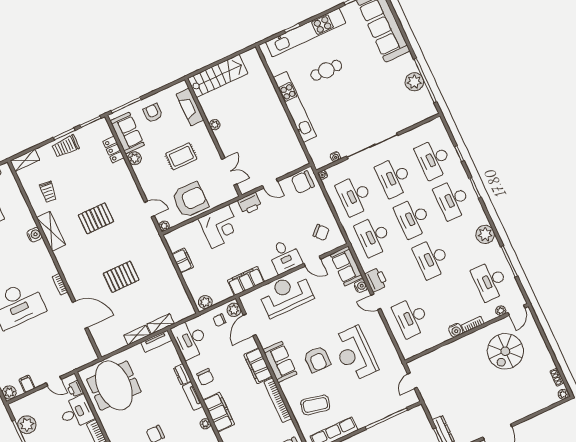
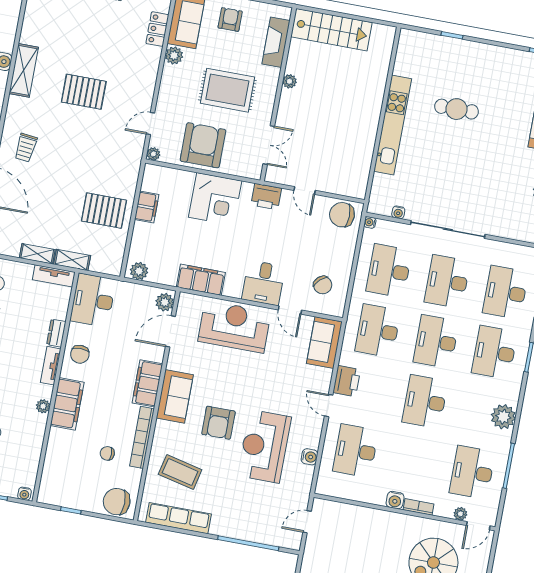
kitchen unit: (306, 32) -> (463, 51), removed
rug: (181, 156) -> (227, 90), width x1.36, depth x1.43
trolley: (48, 192) -> (26, 148), moved
armchair: (190, 200) -> (203, 145), turned -90
door: (149, 209) -> (150, 124), swing flipped
pallet: (121, 277) -> (104, 211), moved
water cooler: (361, 286) -> (309, 457), moved
chair: (219, 320) -> (107, 453), moved

